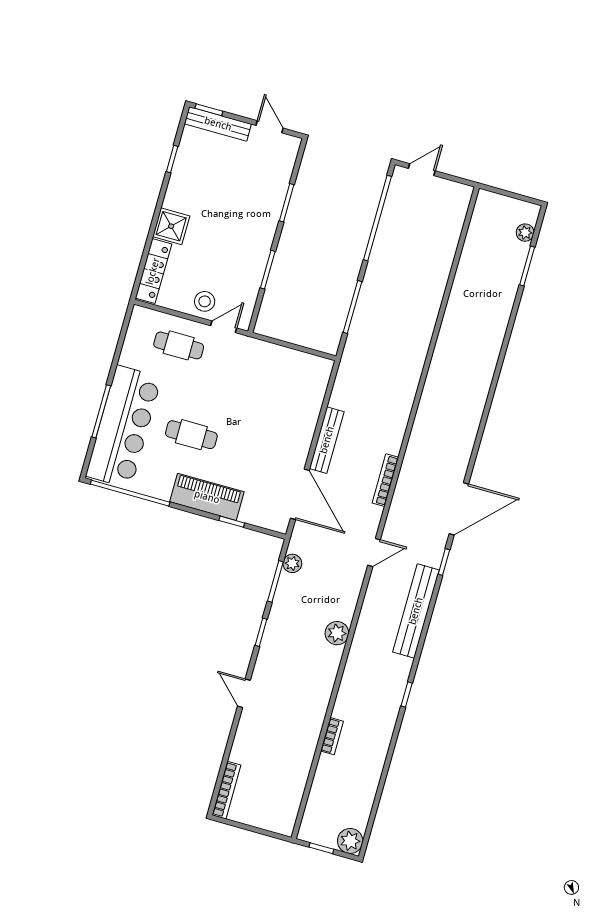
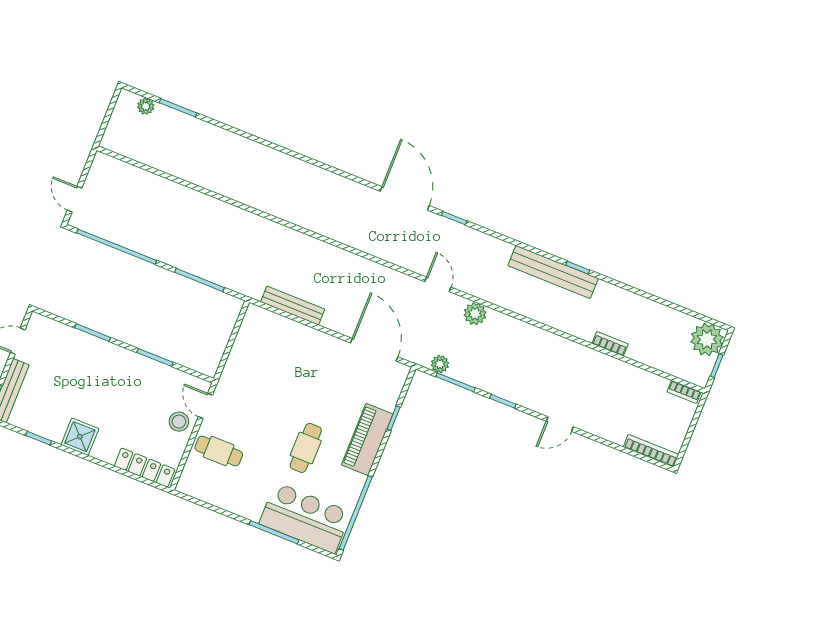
shower: (171, 226) -> (80, 437), moved
cafe table: (179, 345) -> (219, 451), turned 90
bar counter: (124, 427) -> (305, 518), width x0.73
bench: (327, 440) -> (293, 306), moved
bookcase: (385, 480) -> (684, 392), moved, width x0.64
door: (300, 494) -> (374, 350), hinge flipped
bench: (416, 611) -> (553, 272), moved
plant: (337, 633) -> (475, 314), moved
plant: (350, 841) -> (707, 339), width x1.36, depth x1.36

